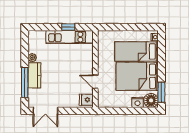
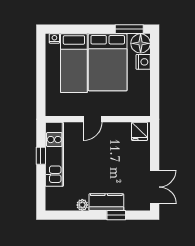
door: (95, 82) -> (93, 119), moved
window: (25, 83) -> (116, 215), width x0.46

